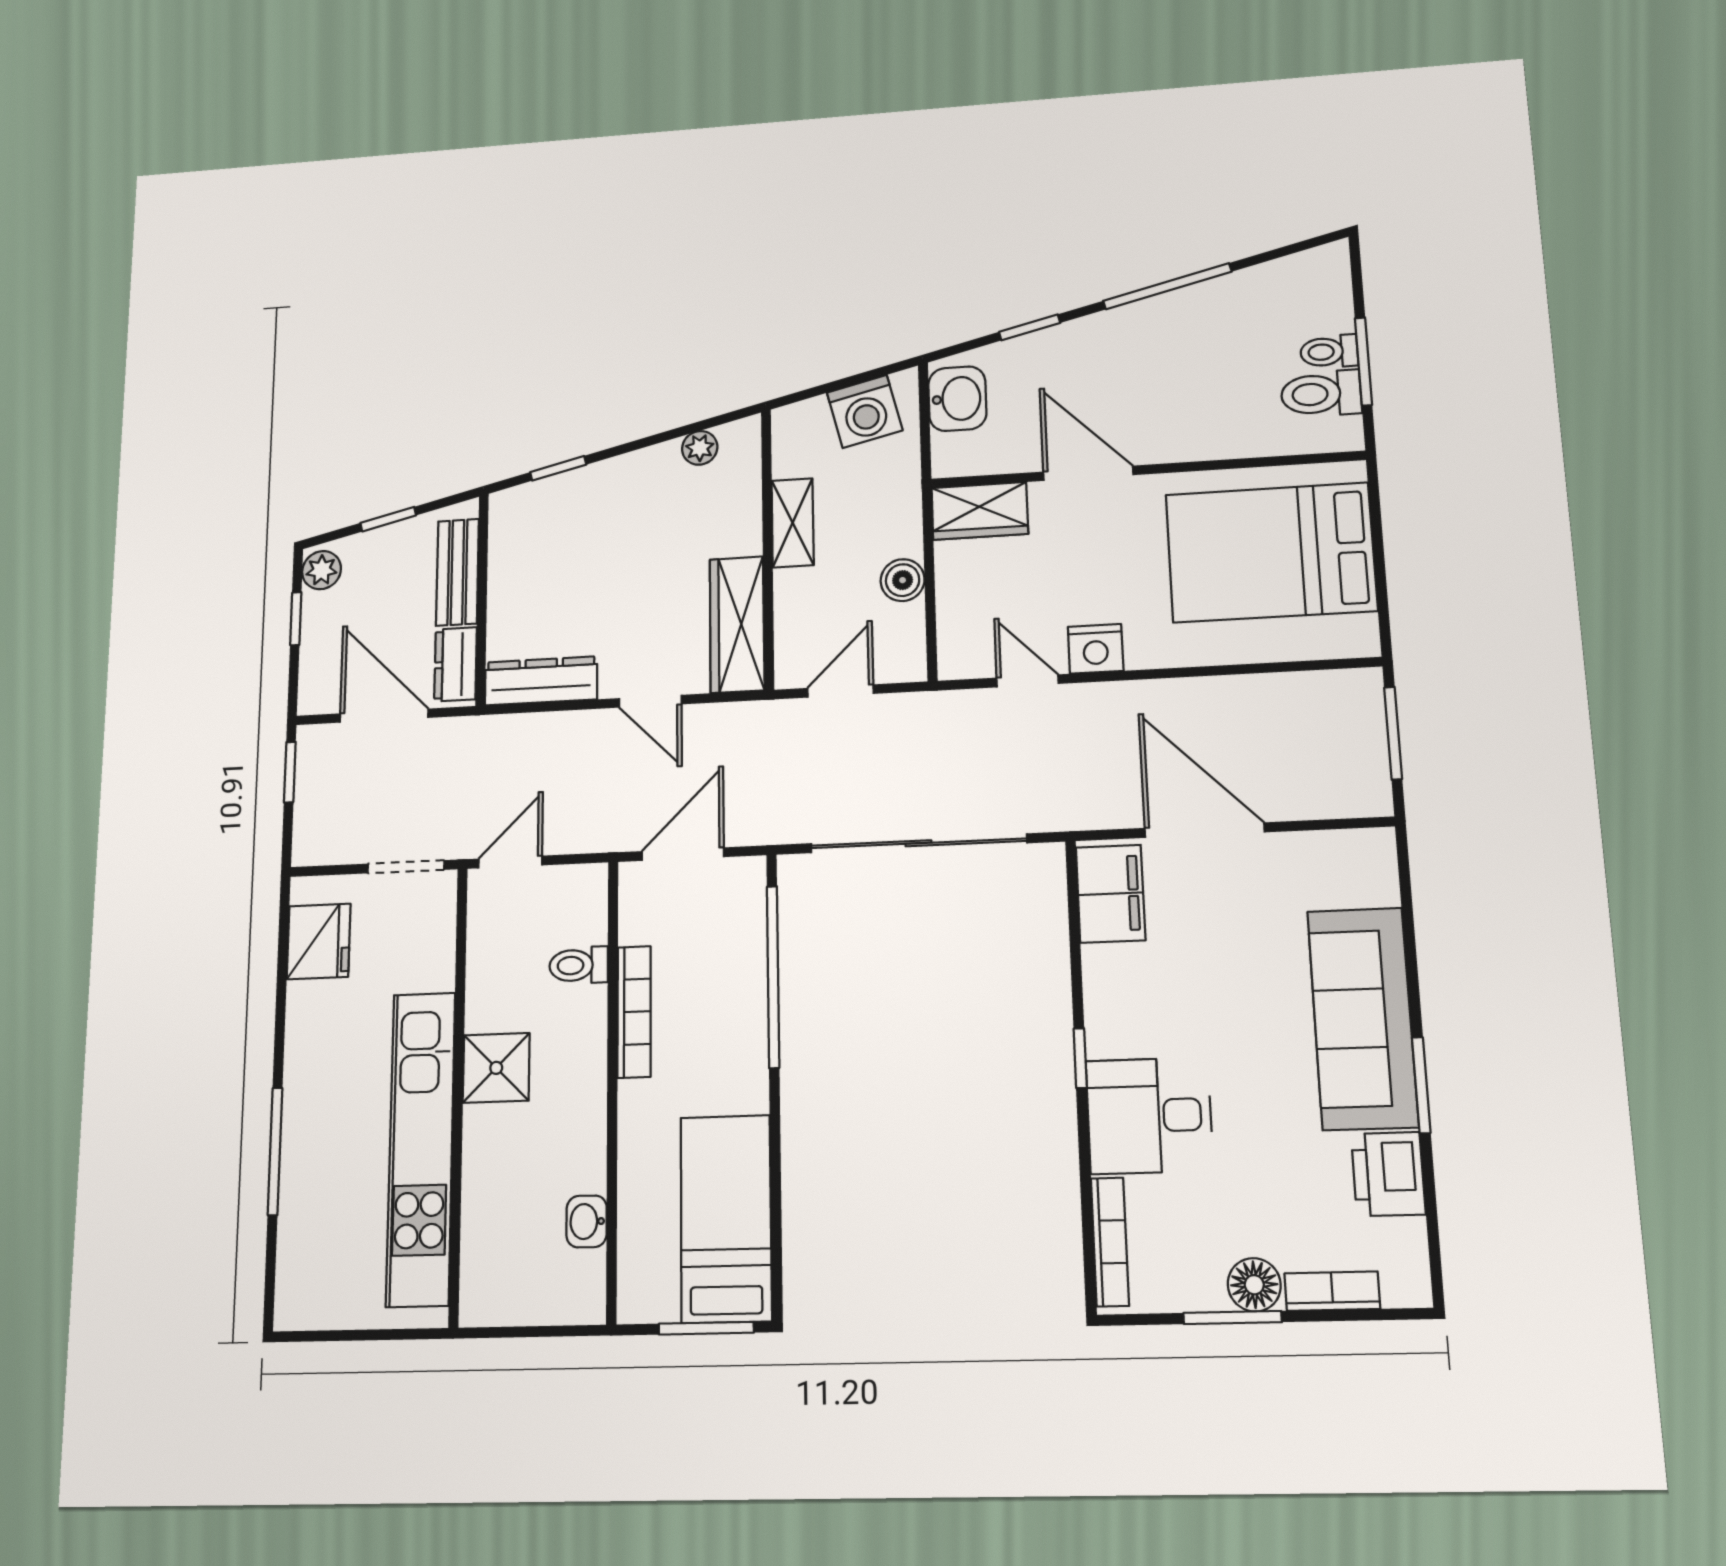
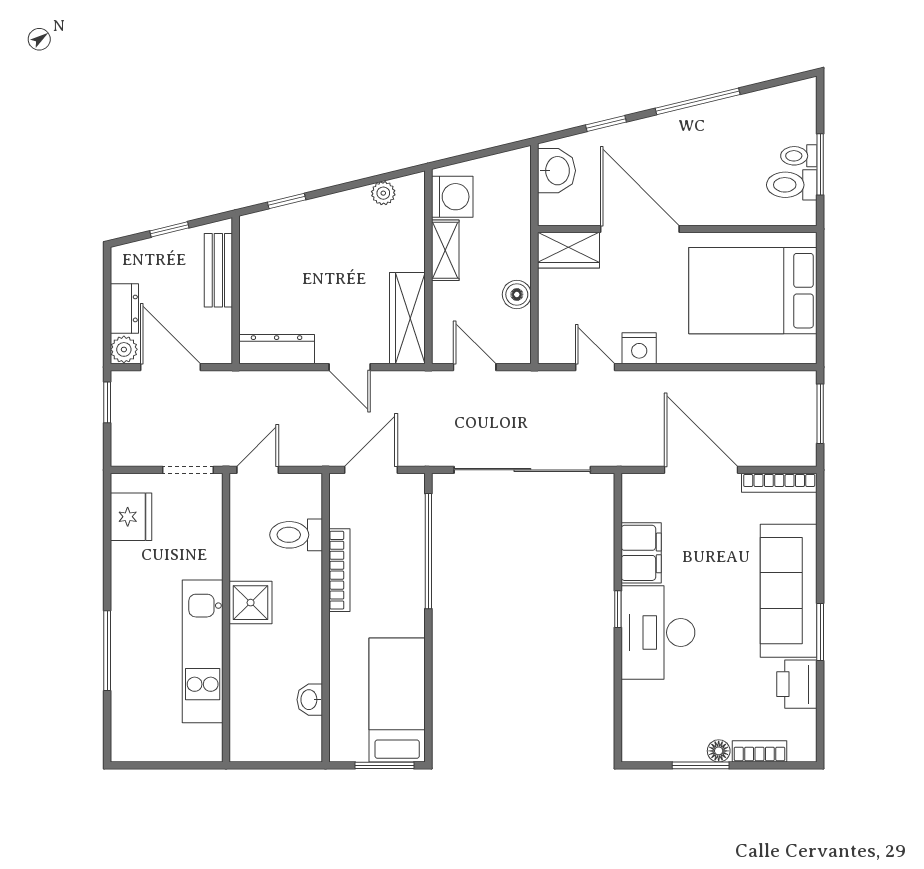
washing machine: (865, 411) -> (452, 197), moved, turned -76
door: (1088, 473) -> (640, 229), width x1.36
plant: (322, 570) -> (124, 349), moved
window: (296, 619) -> (107, 296), removed
dresser: (456, 664) -> (124, 308), moved, turned 180
door: (840, 691) -> (475, 367), hinge flipped
filing cabinet: (1111, 894) -> (641, 553), moved
toilet: (579, 965) -> (296, 535), width x1.37, depth x1.39
desk: (1149, 1116) -> (658, 633), width x1.37
kitchen unit: (421, 1148) -> (203, 651), width x0.73
bookcase: (1110, 1242) -> (779, 483), moved, turned 90
floor lamp: (1254, 1285) -> (719, 751), width x0.73, depth x0.73

